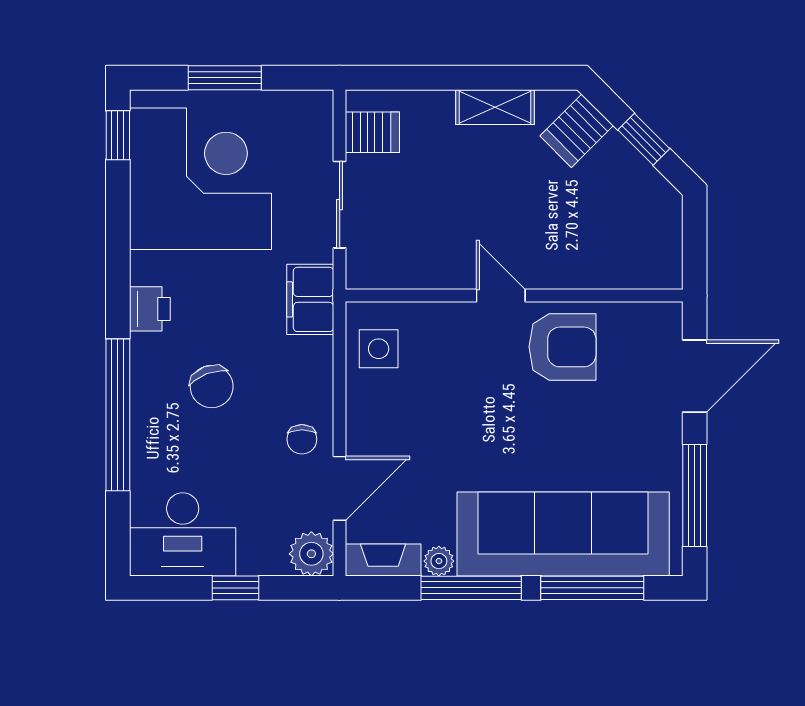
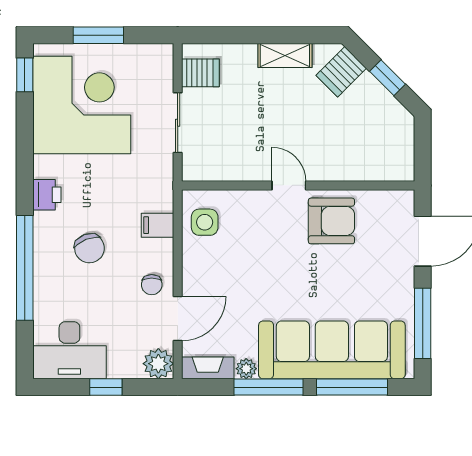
filing cabinet: (310, 299) -> (157, 225), moved, width x0.50

